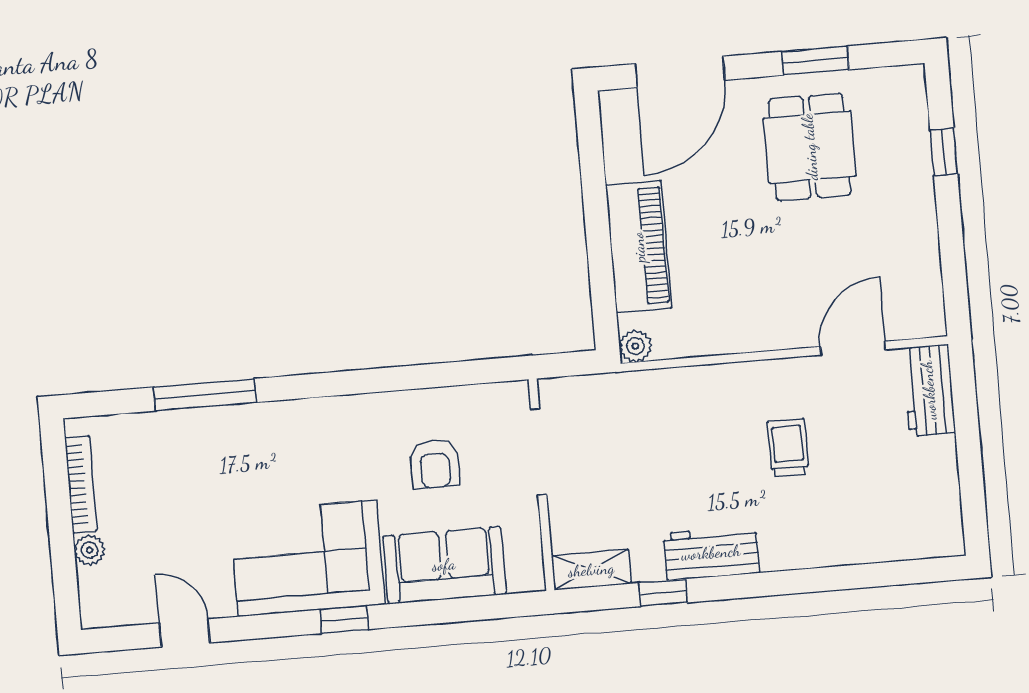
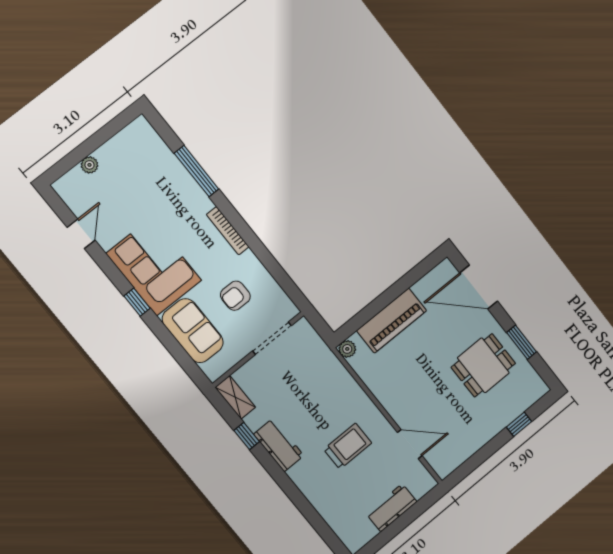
workbench: (929, 390) -> (392, 508), moved
trolley: (788, 448) -> (348, 446), width x1.36, depth x1.39
bookcase: (81, 484) -> (228, 231), moved, turned 90

